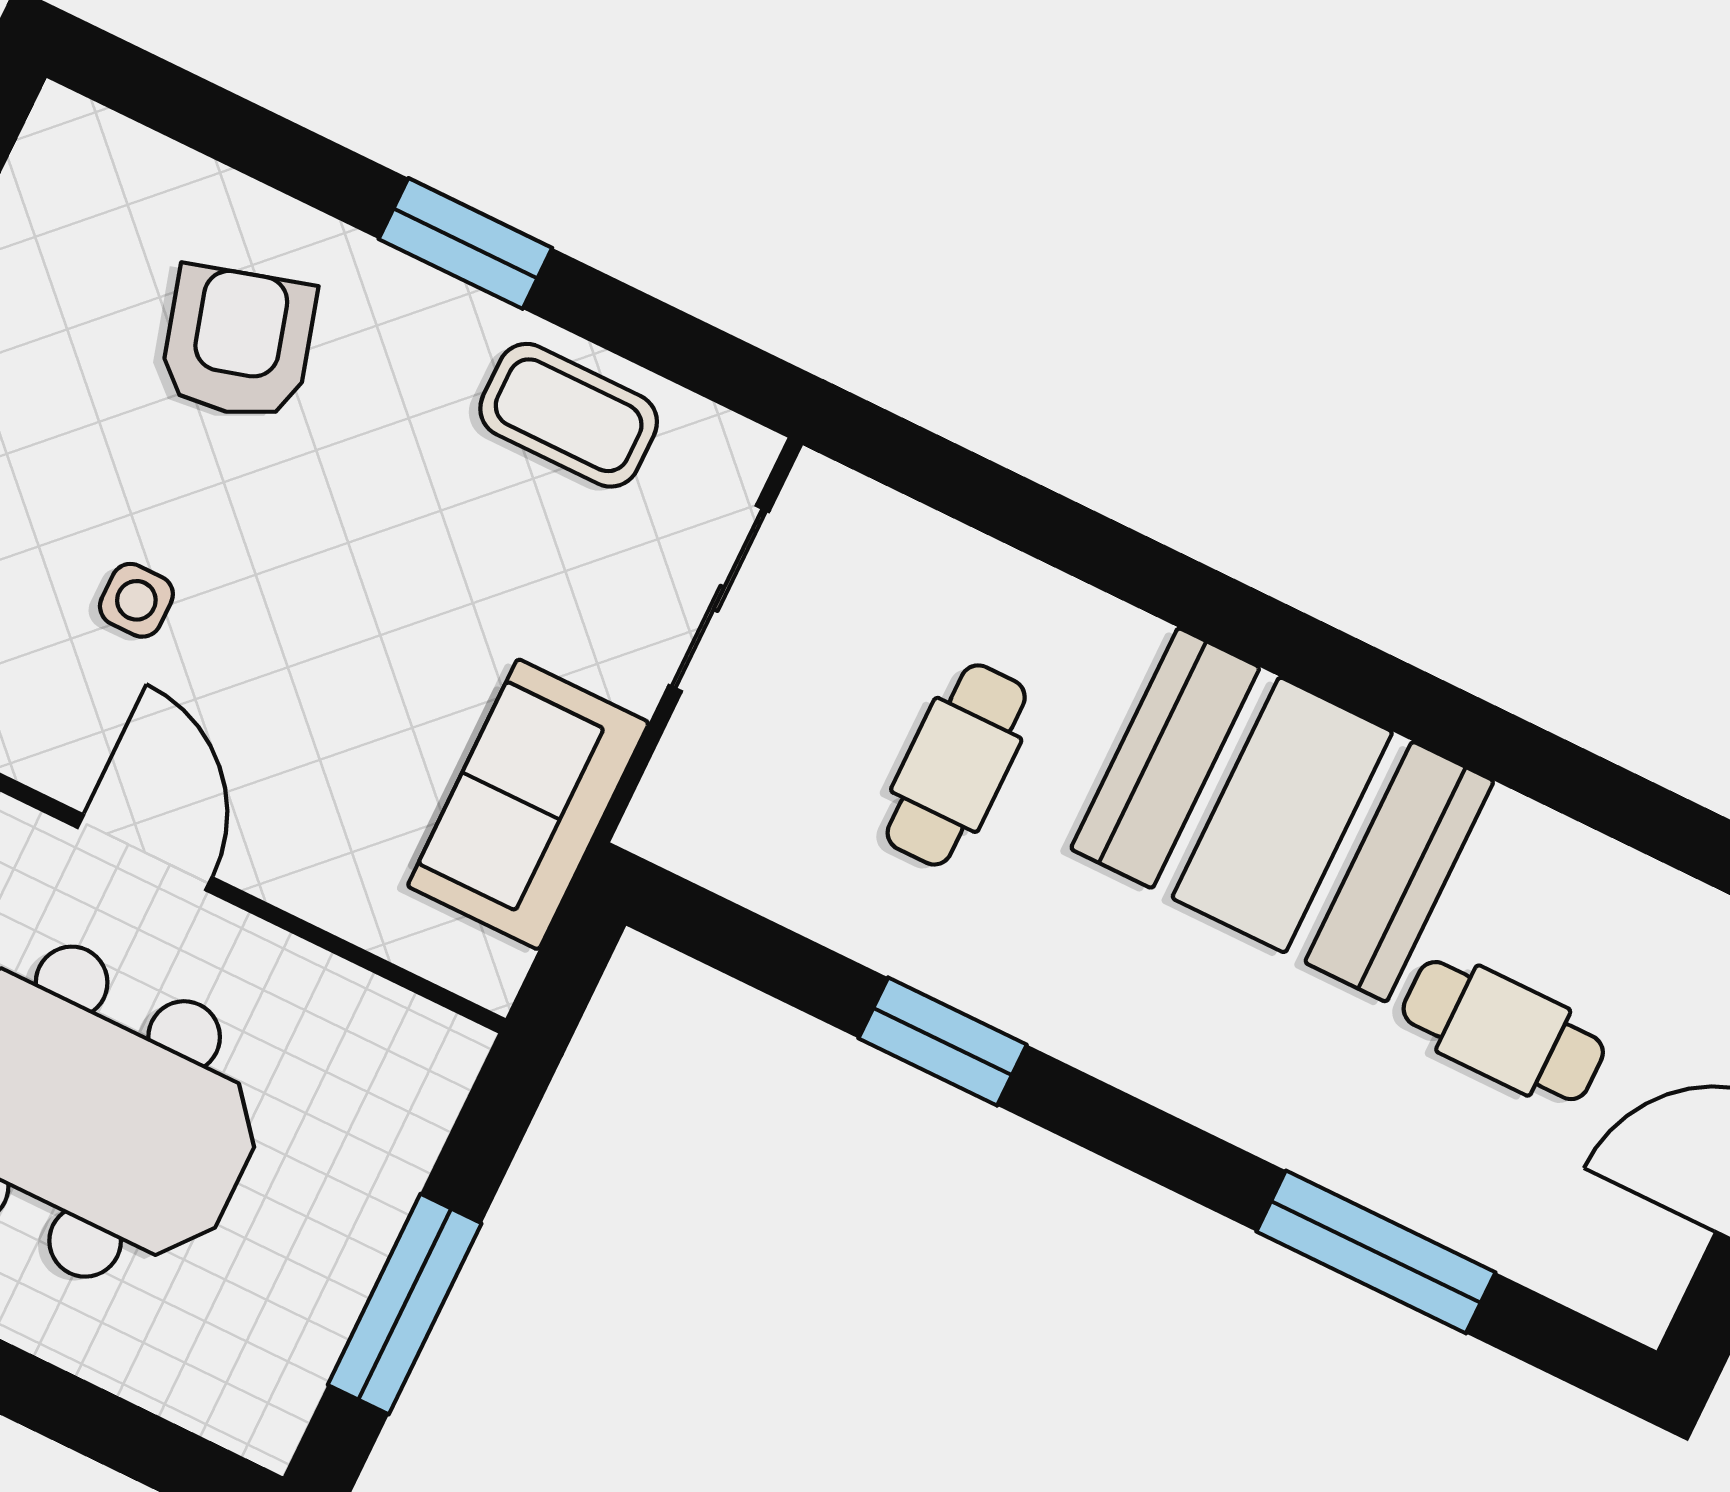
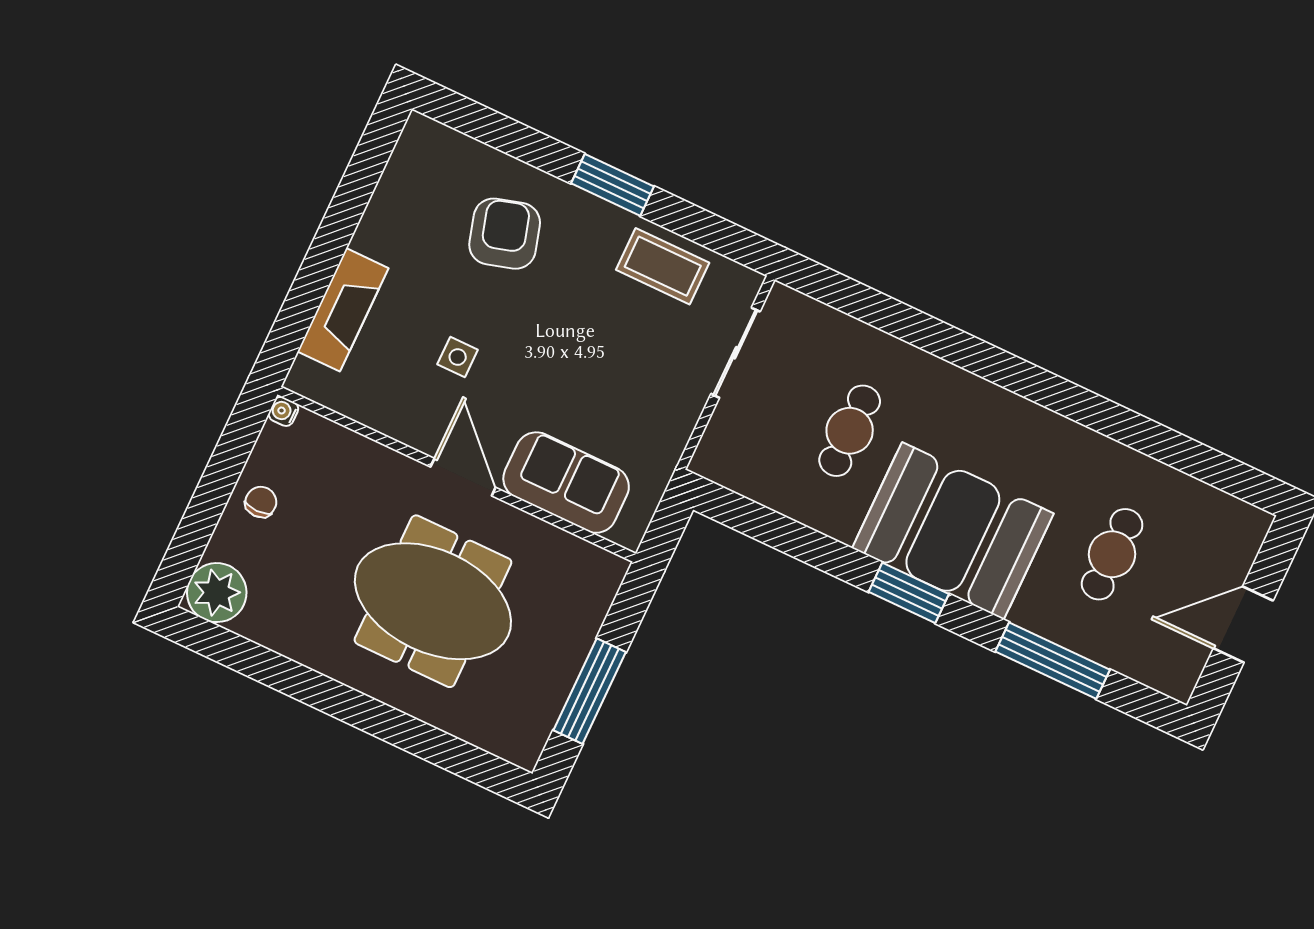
sofa: (528, 804) -> (566, 483), moved, turned 90
booth: (1282, 815) -> (953, 531), moved
cafe table: (1503, 1031) -> (1112, 554), turned 90
window: (943, 1042) -> (909, 593), moved

